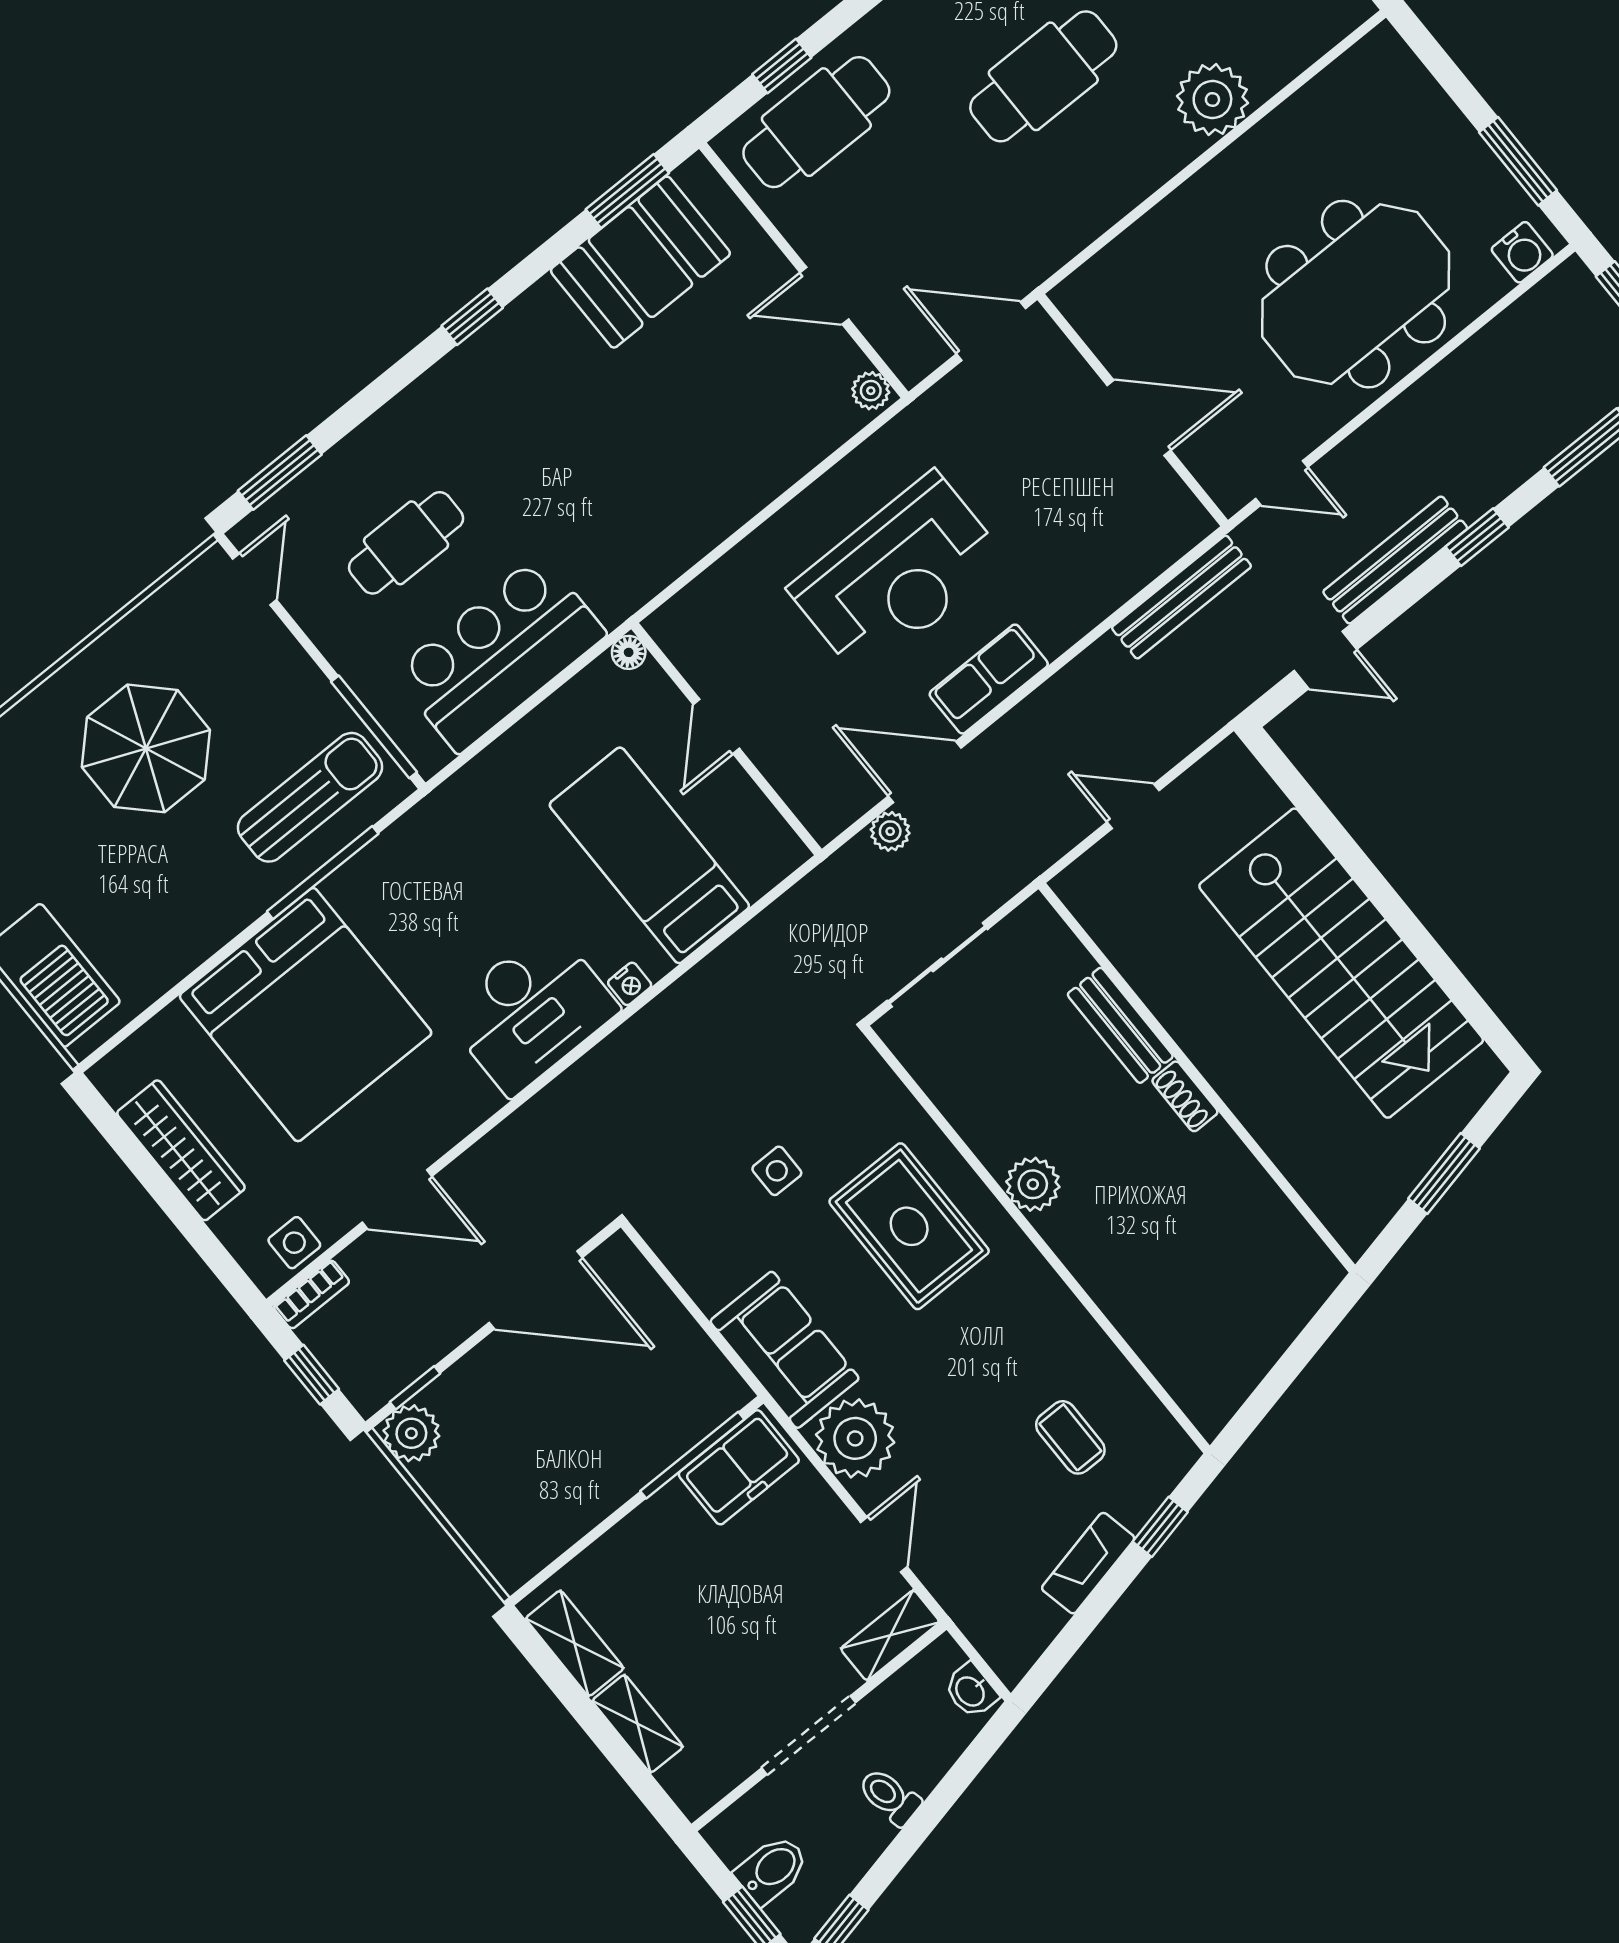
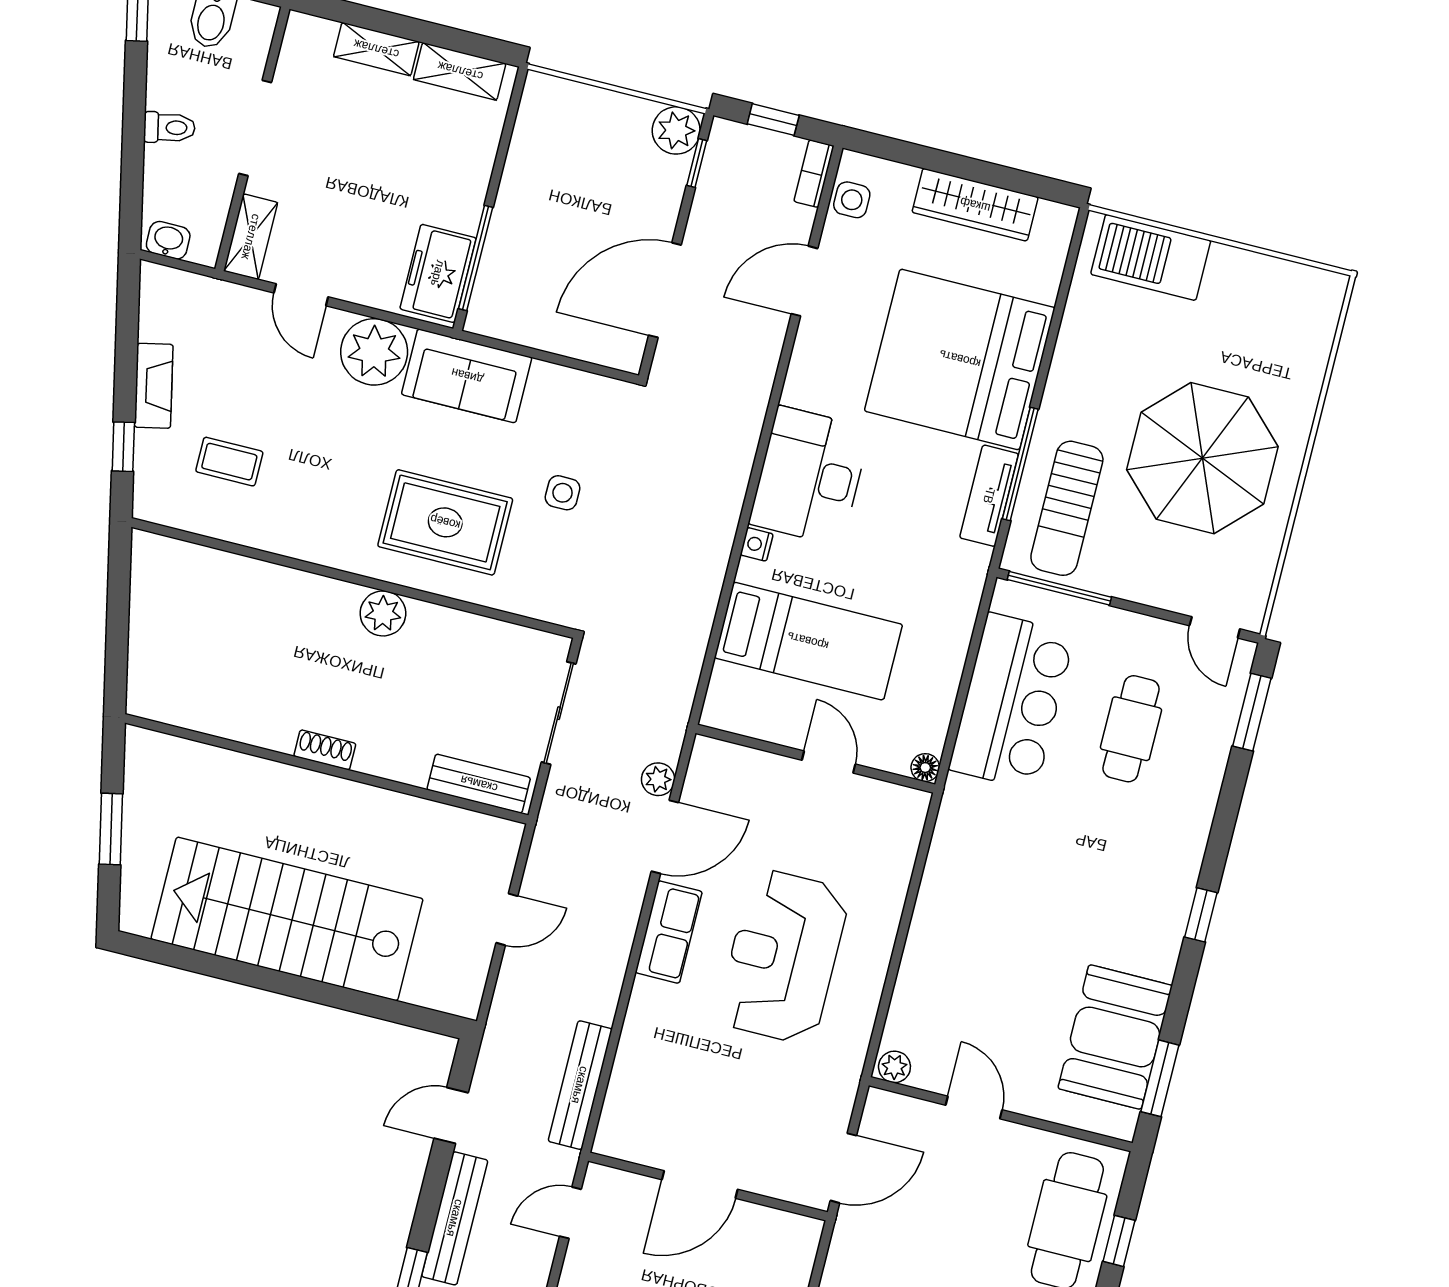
door: (824, 296) -> (974, 1107), hinge flipped
parasol: (146, 748) -> (1202, 458), width x1.36, depth x1.36
tv unit: (375, 865) -> (989, 496), added
bench: (1120, 1025) -> (479, 784), moved

